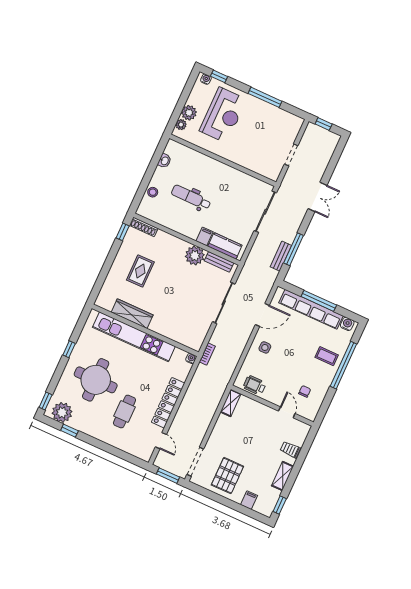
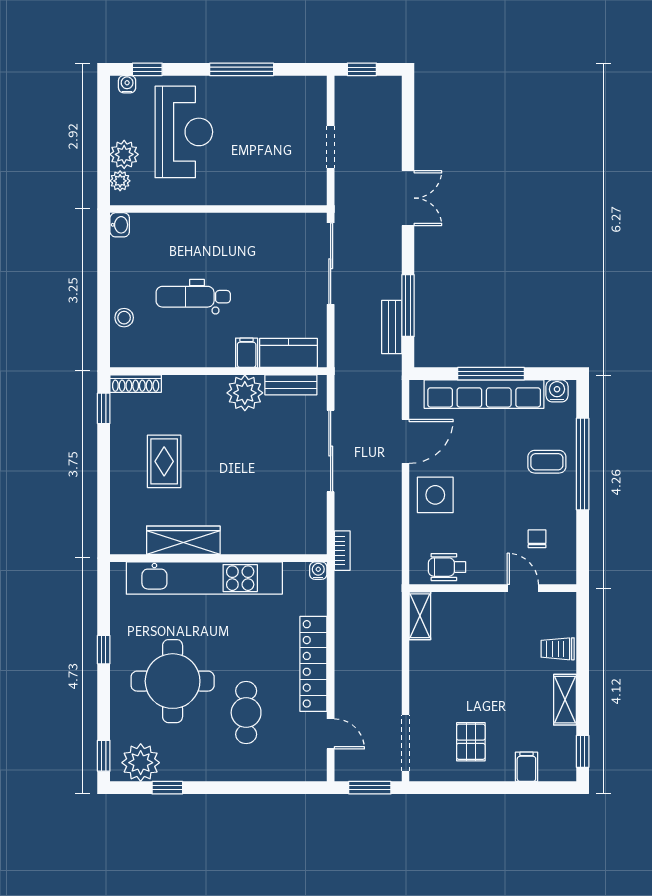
washbasin: (164, 161) -> (120, 225), moved
side table: (265, 347) -> (435, 495), width x1.87, depth x1.87
pallet: (227, 476) -> (471, 742), width x0.67, depth x0.71

